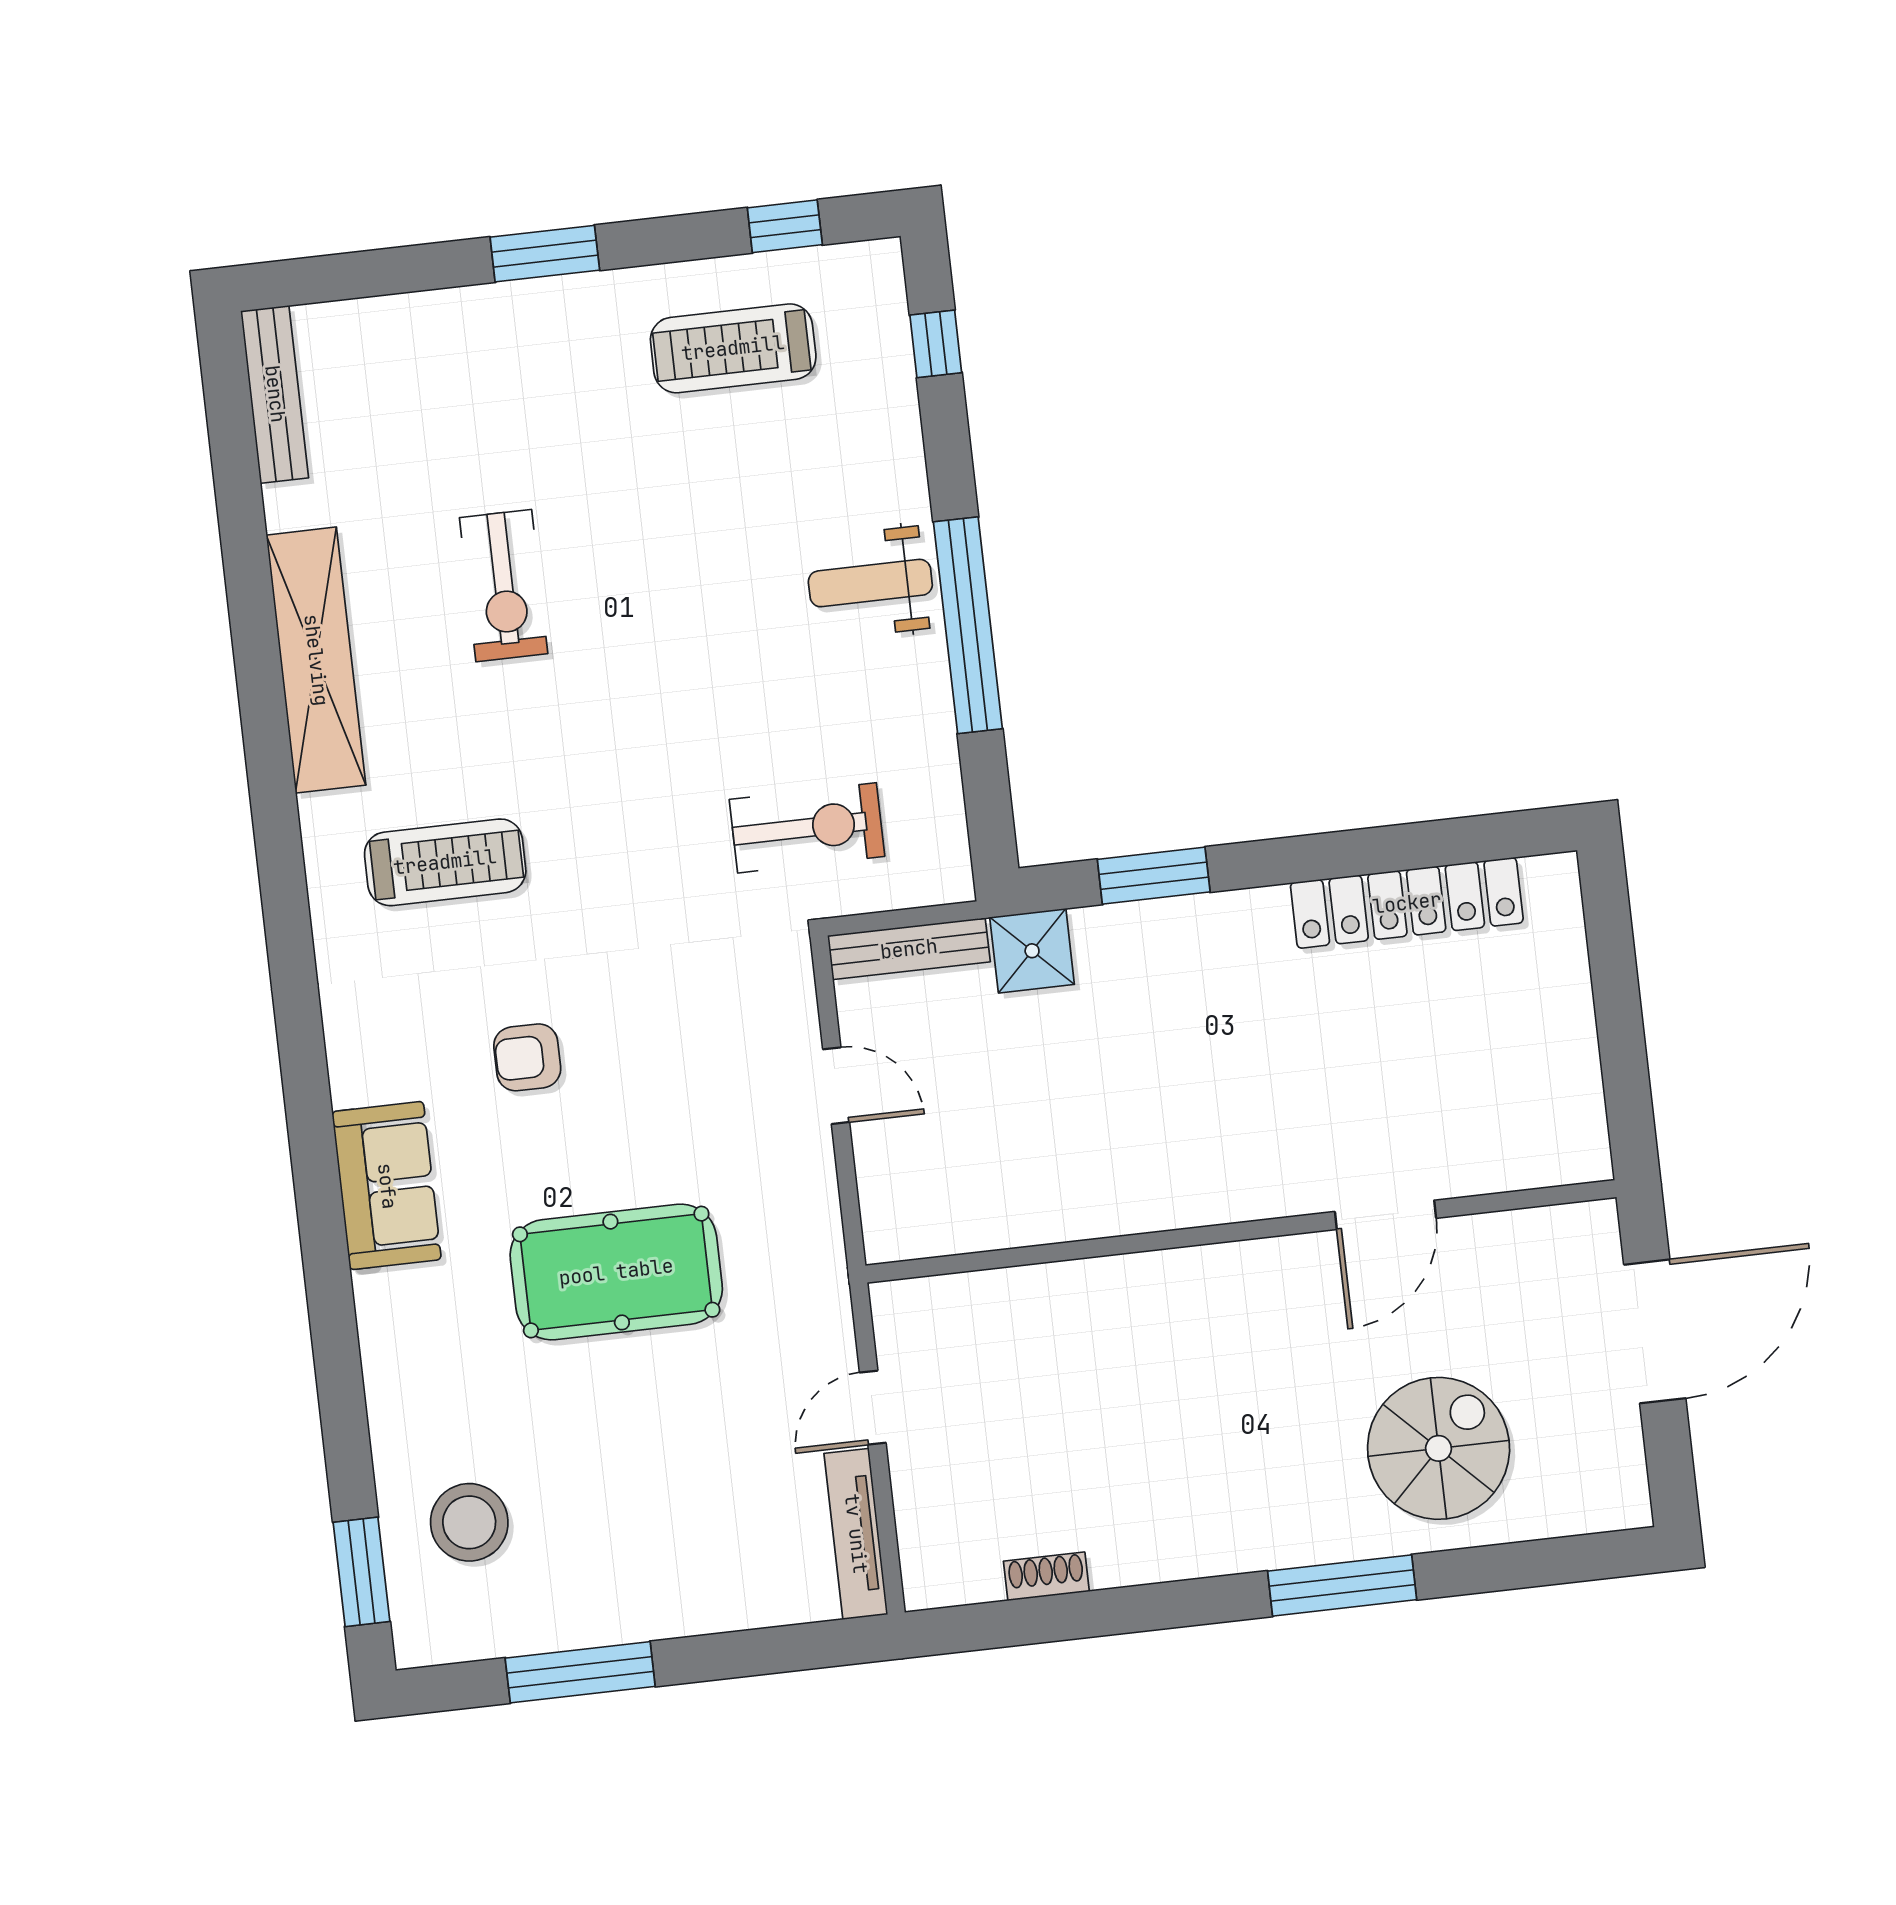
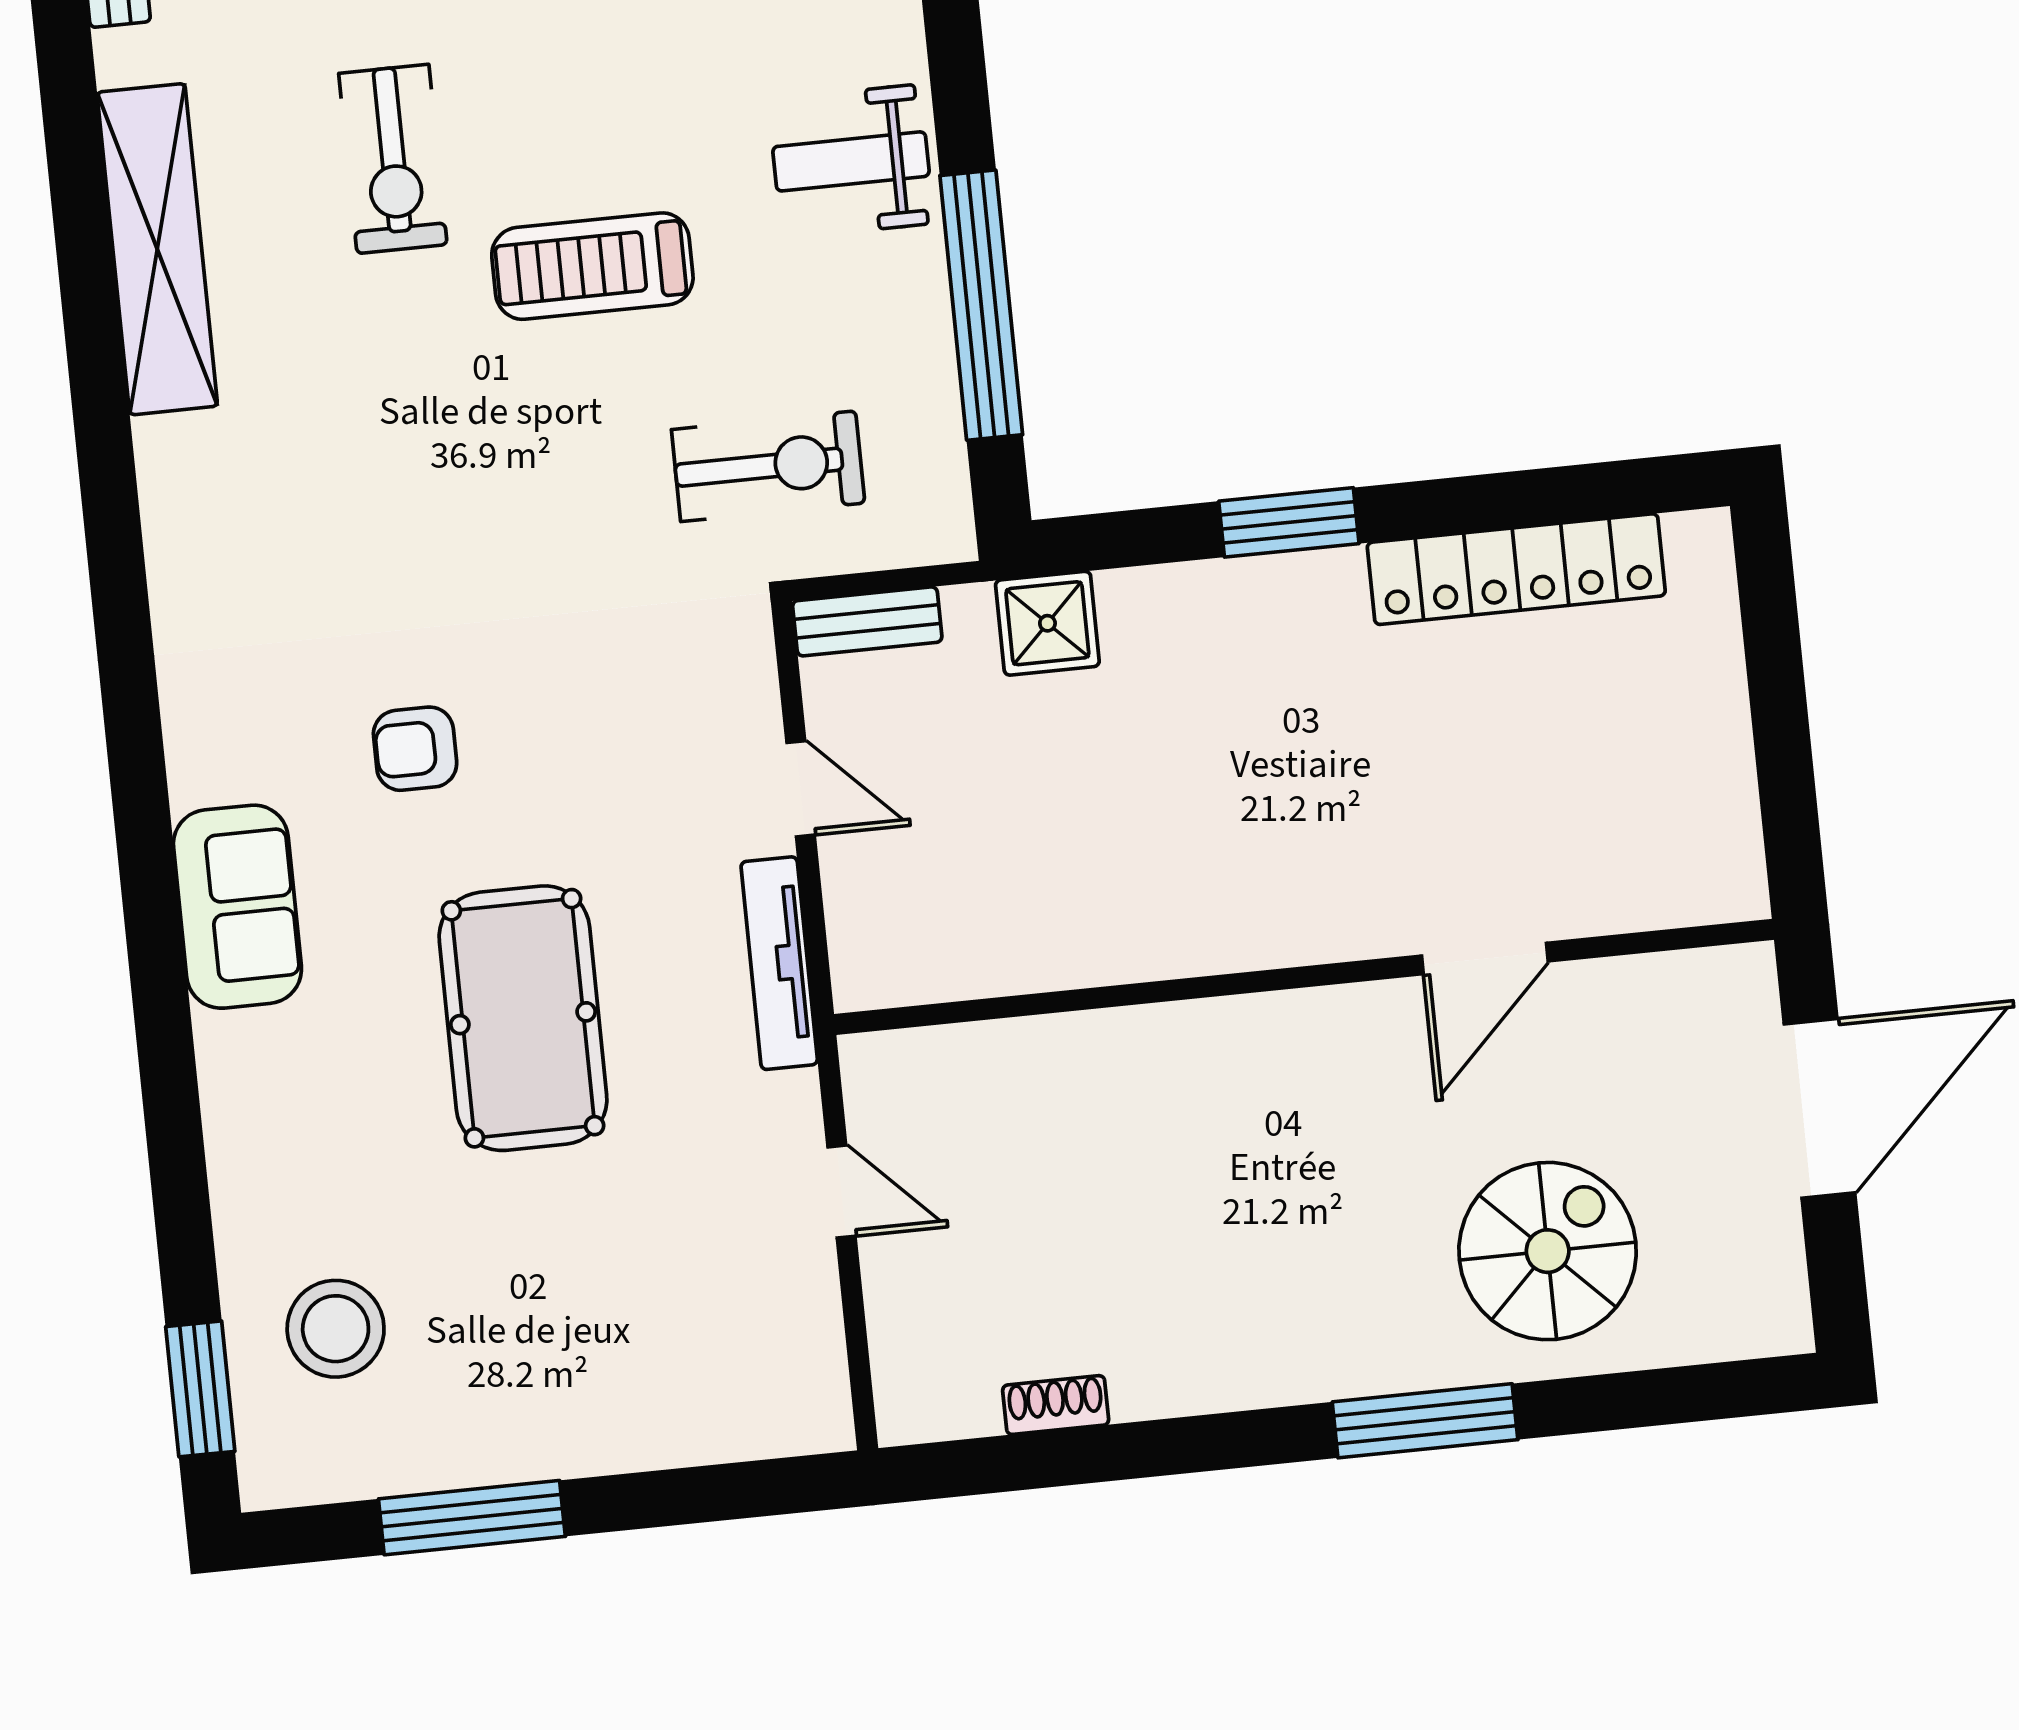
window: (968, 625) -> (981, 305), moved
treadmill: (445, 862) -> (592, 266), moved, turned 180
window: (1154, 876) -> (1289, 522), moved
bench: (909, 949) -> (867, 621), width x0.73
pool table: (616, 1272) -> (523, 1018), turned 90
door: (873, 1408) -> (841, 1192), swing flipped
tv unit: (856, 1534) -> (779, 963), moved

